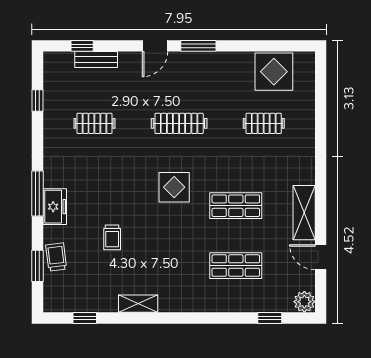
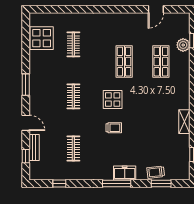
door: (155, 46) -> (26, 123), moved
clothes rail: (179, 123) -> (73, 96), width x0.73
shelving: (304, 213) -> (128, 19), removed
trolley: (112, 237) -> (114, 128), moved
plant: (304, 302) -> (183, 45), moved

